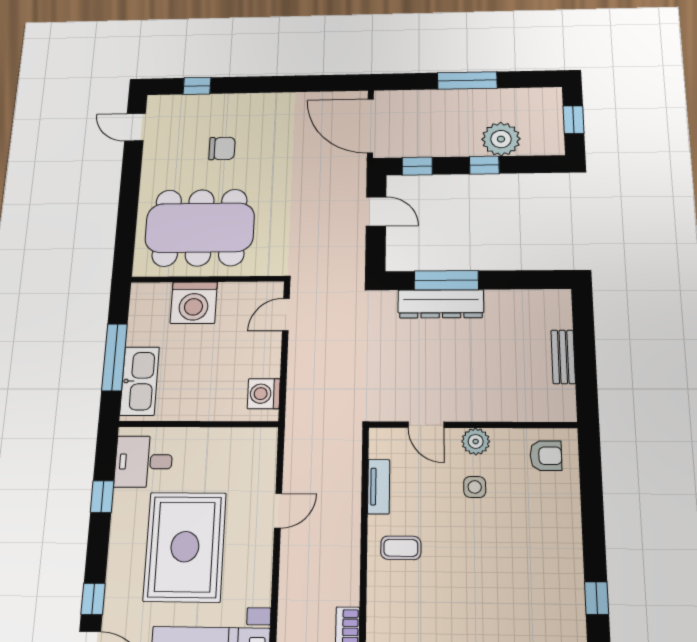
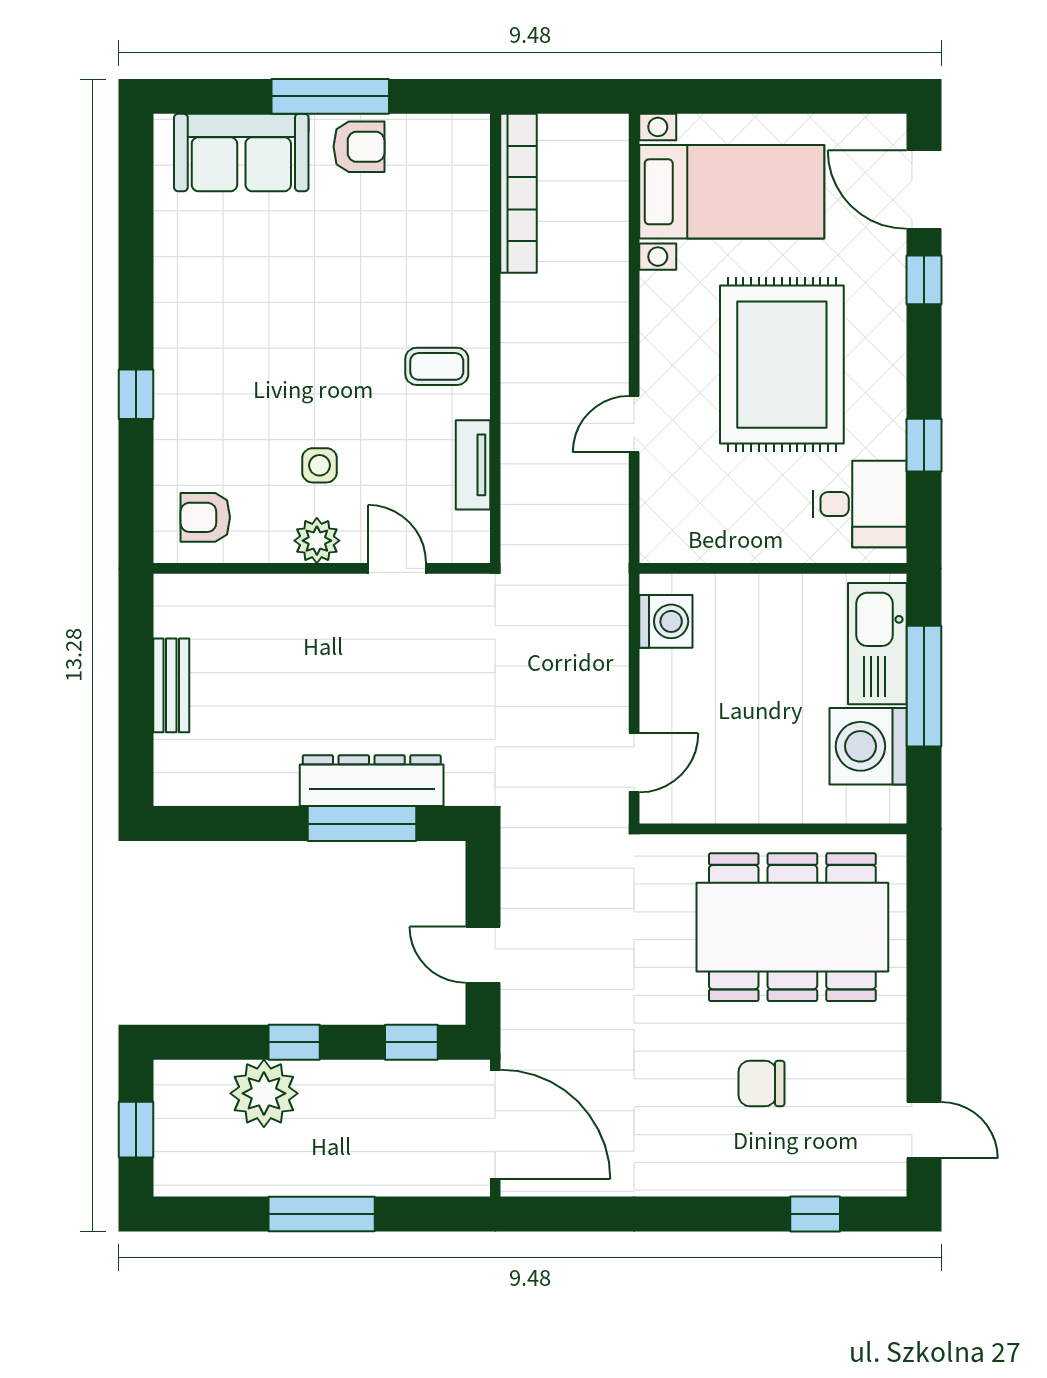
washing machine: (194, 303) -> (868, 746), moved, turned -90
window: (597, 598) -> (136, 394), moved

